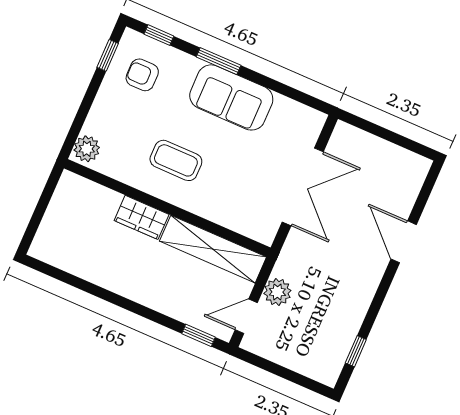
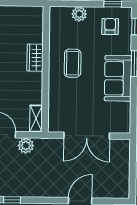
plant: (87, 149) -> (79, 14), moved
shelving: (213, 249) -> (36, 118), width x0.45, depth x0.75

